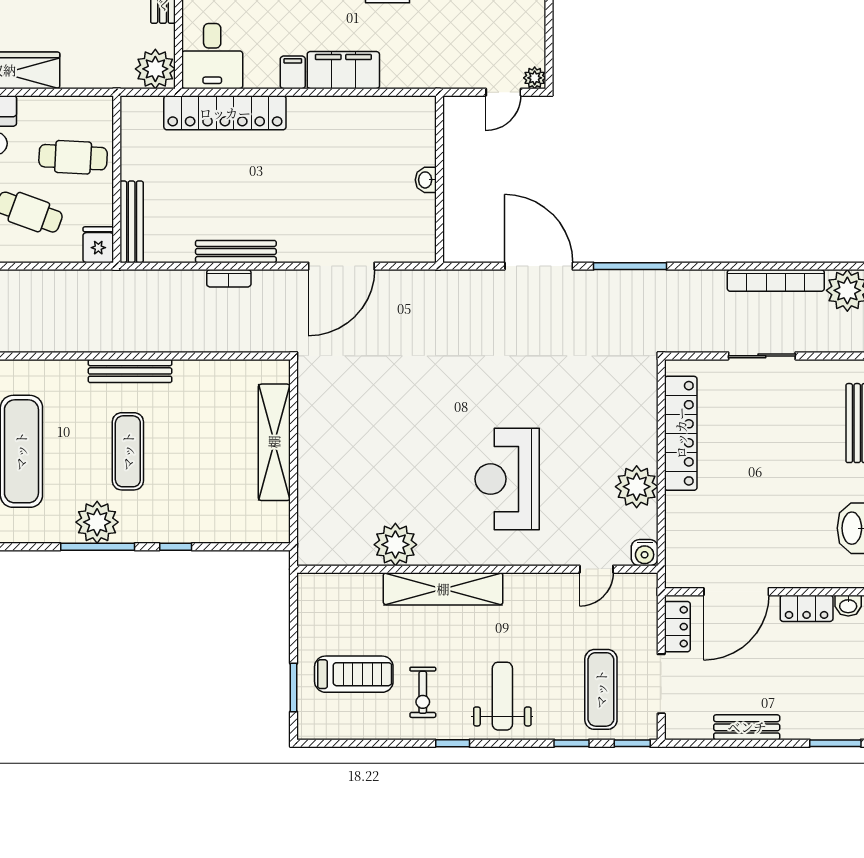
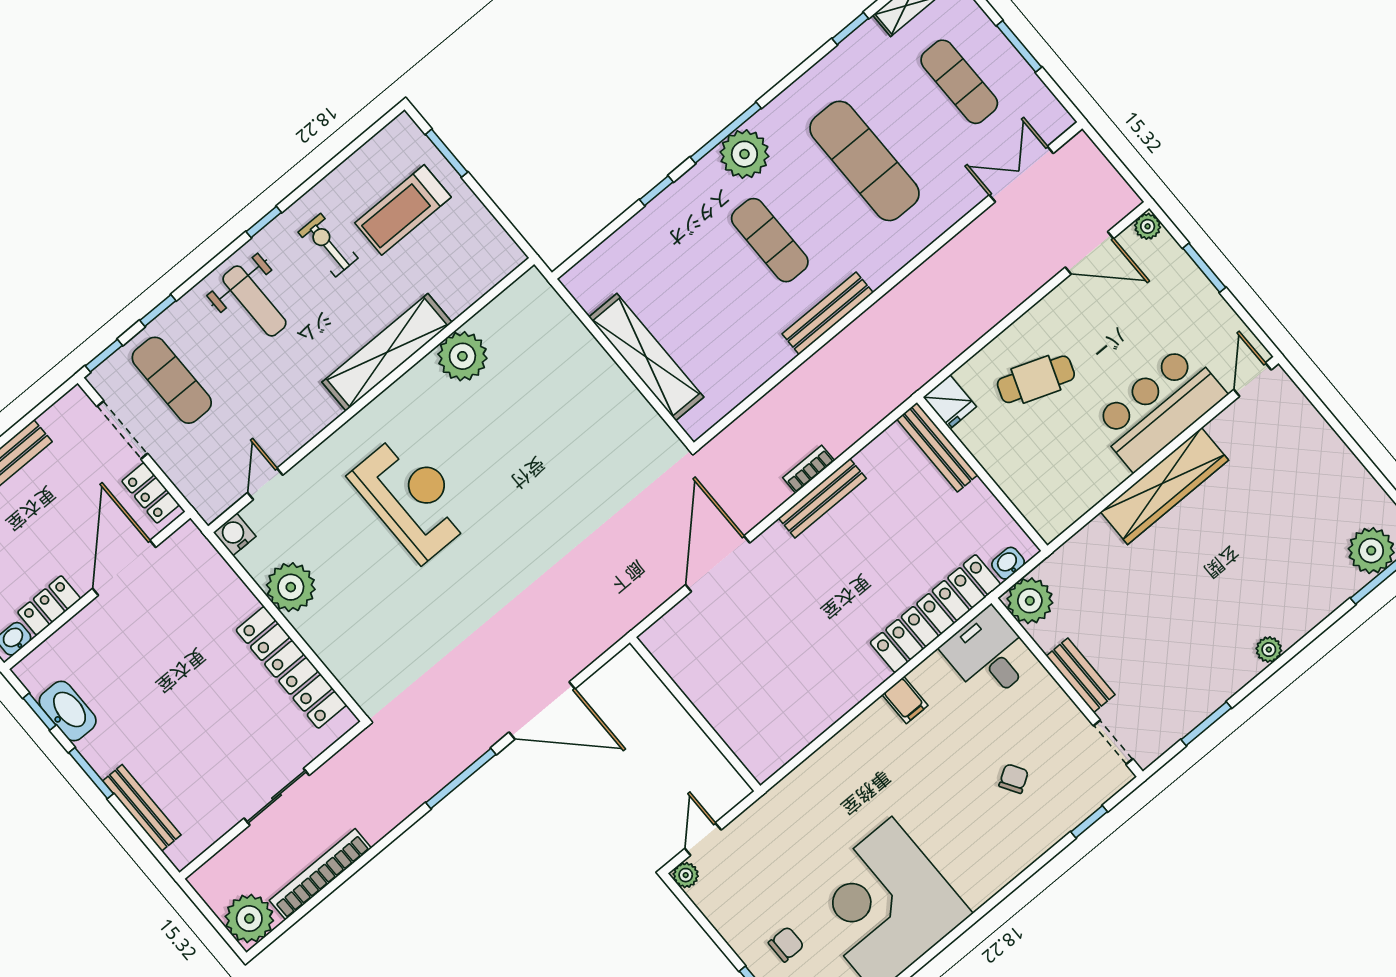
filing cabinet: (343, 70) -> (862, 740), removed
cafe table: (73, 157) -> (1037, 461), removed
washbasin: (426, 180) -> (1008, 563), moved, turned -90

